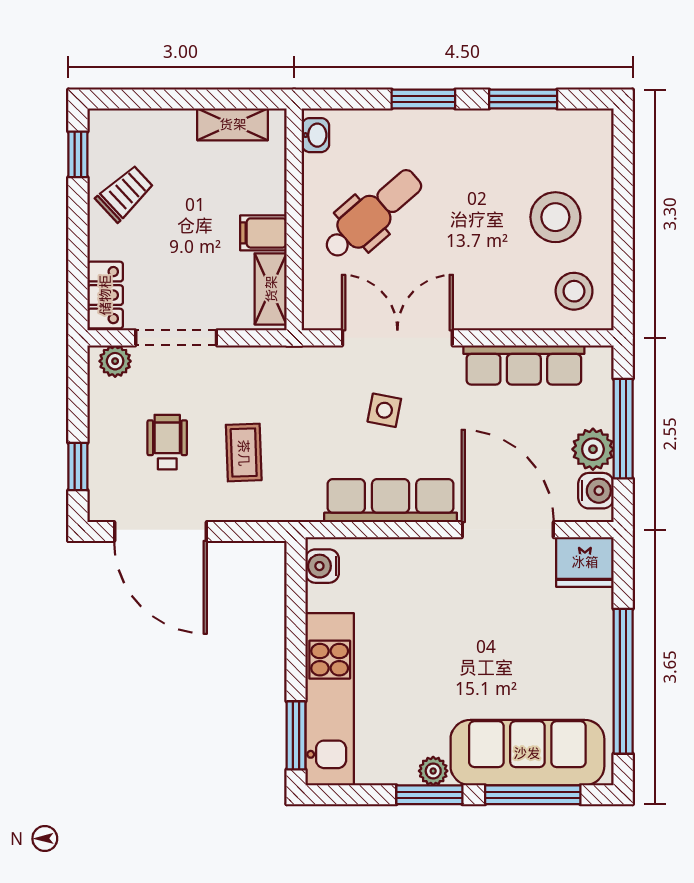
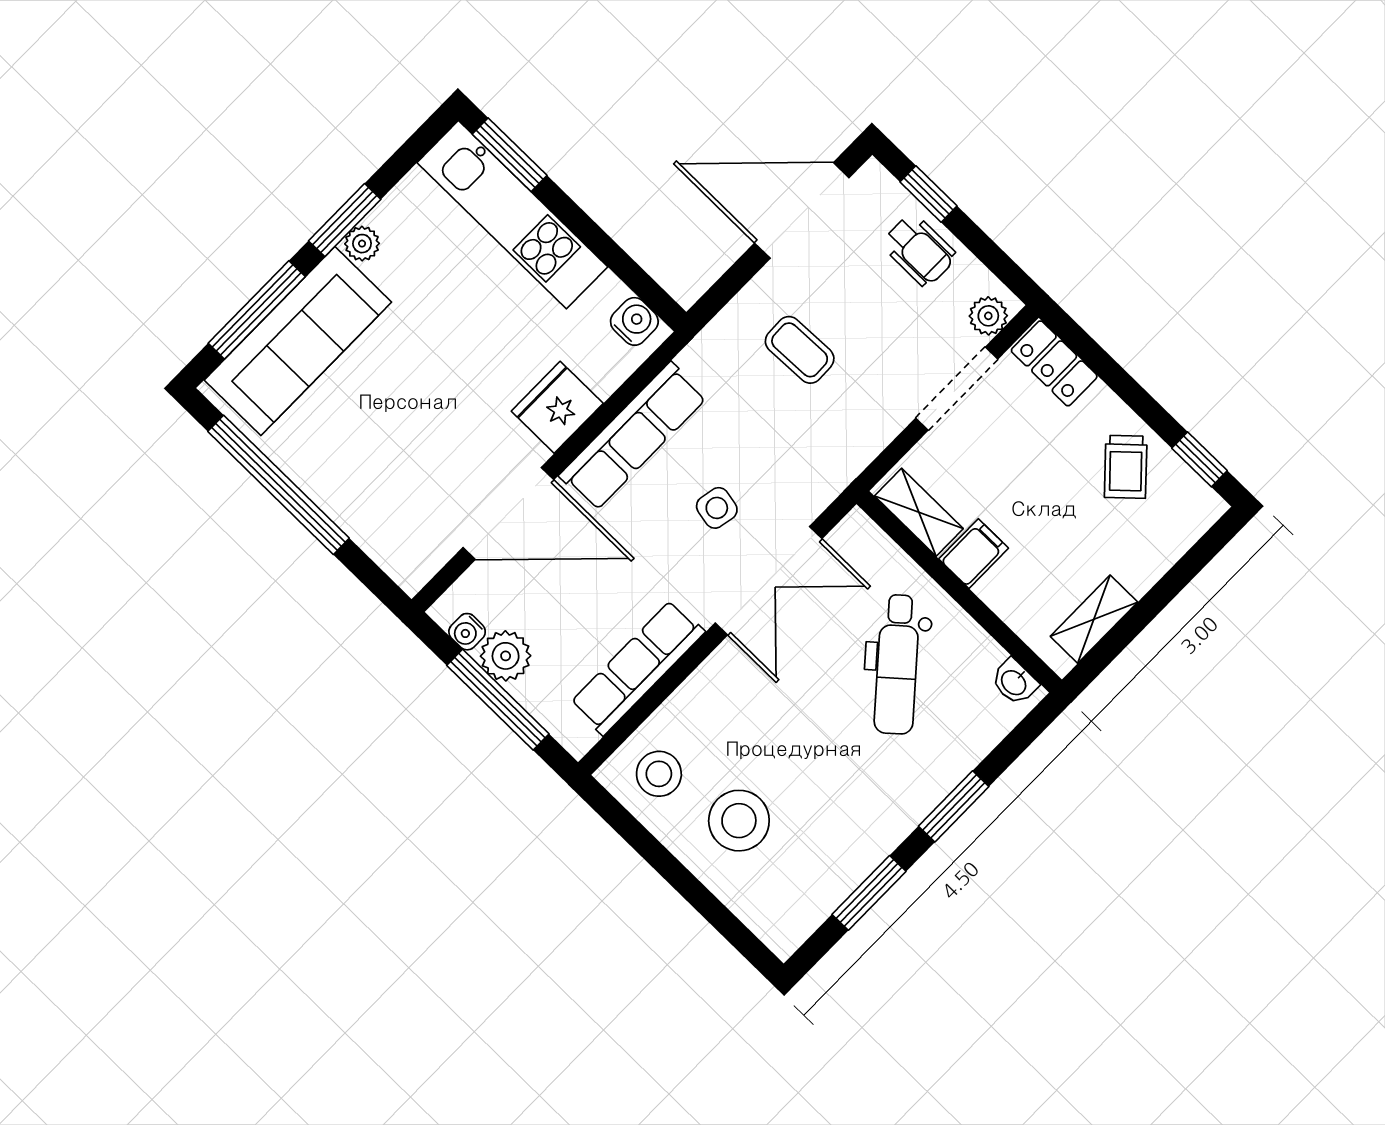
wheelchair: (167, 442) -> (919, 250), moved
water cooler: (596, 491) -> (467, 632), width x0.72, depth x0.72
fridge: (585, 562) -> (557, 407), moved

